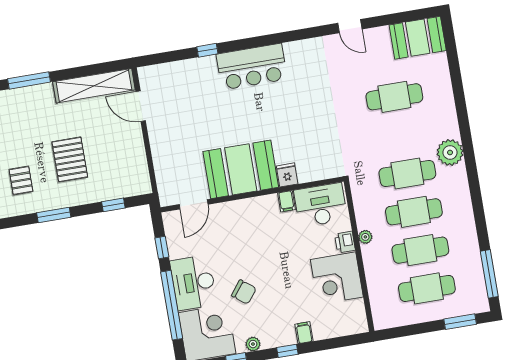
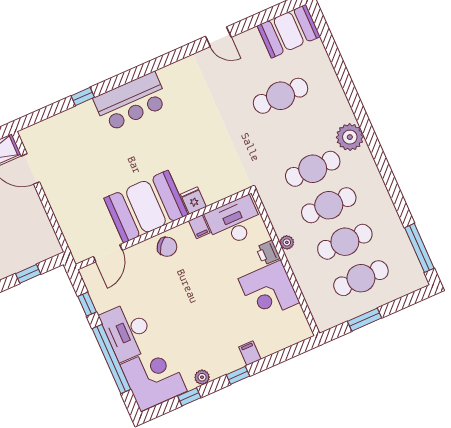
chair: (244, 292) -> (167, 247), moved
window: (460, 322) -> (365, 320), moved

